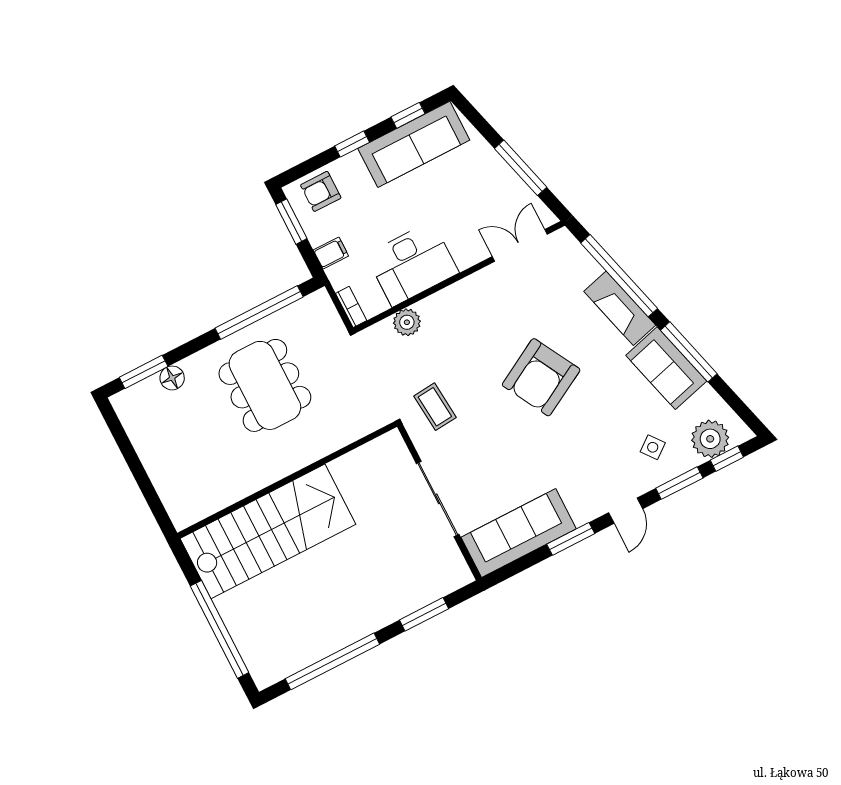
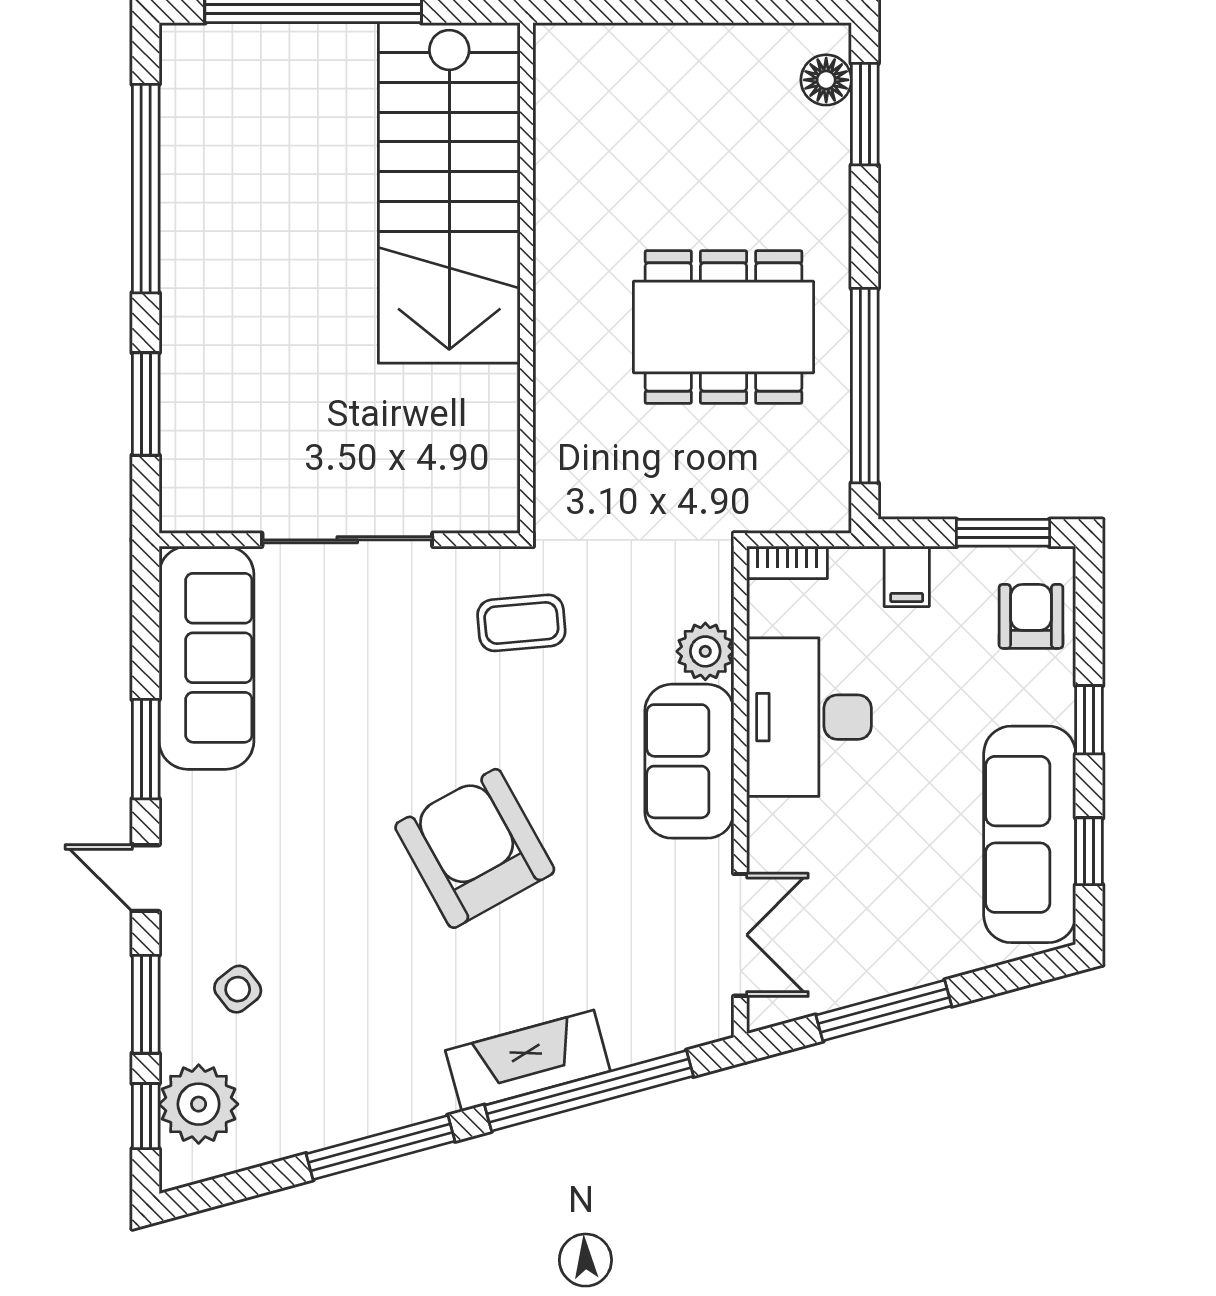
sofa: (666, 368) -> (689, 761), moved, turned -75
floor lamp: (172, 378) -> (826, 80), moved

